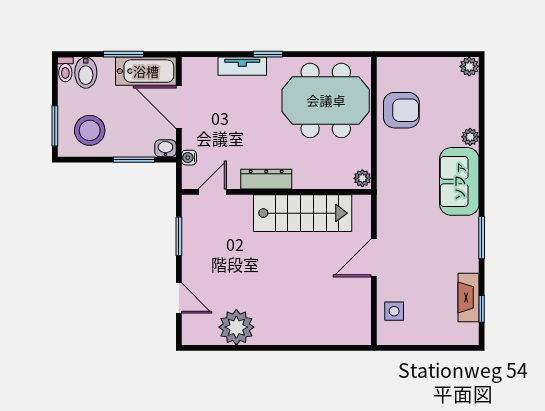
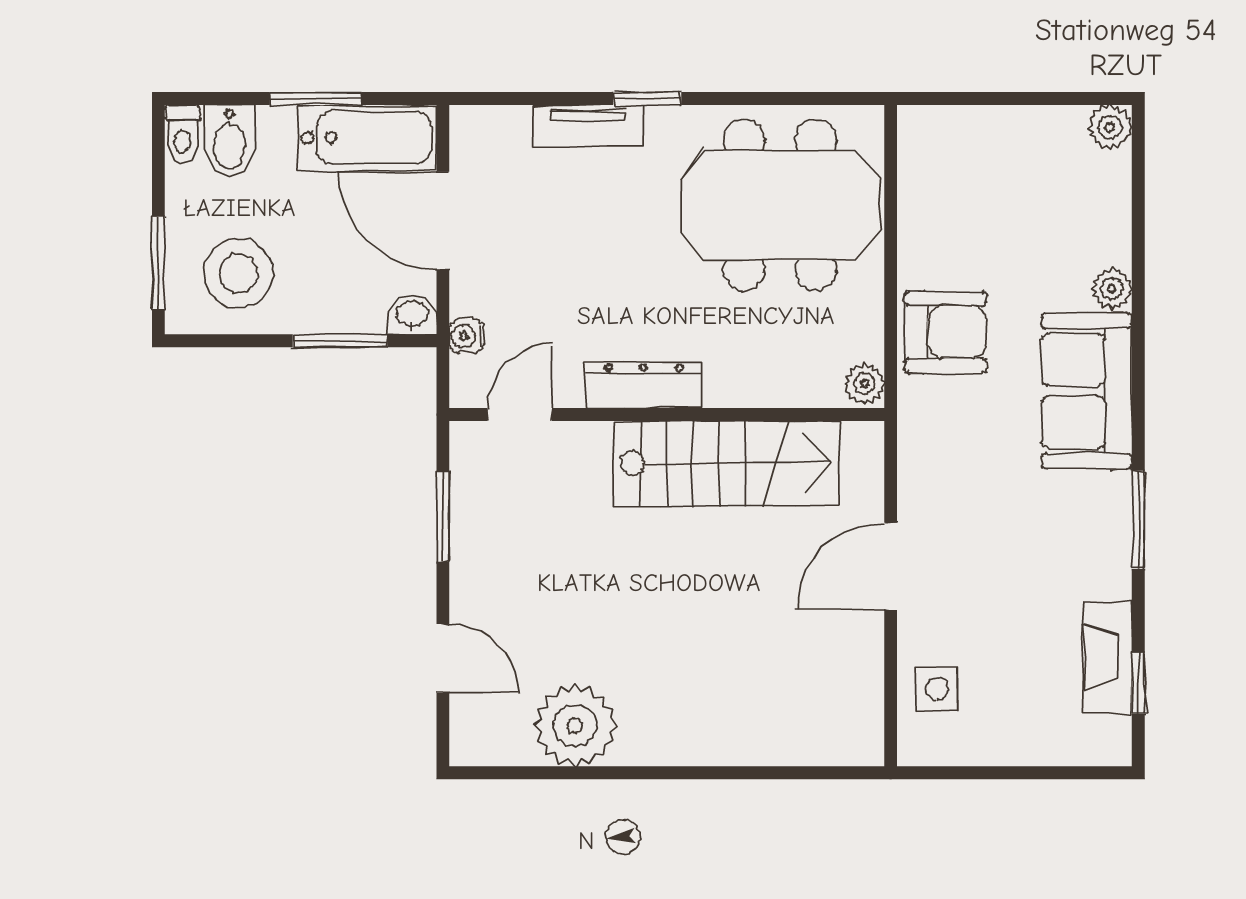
armchair: (401, 110) -> (946, 332), moved

